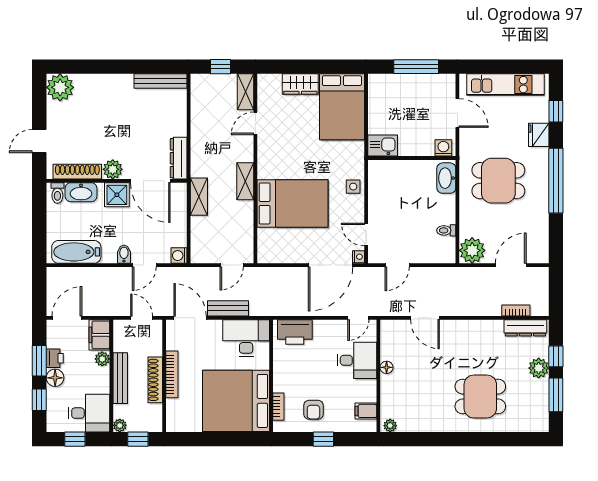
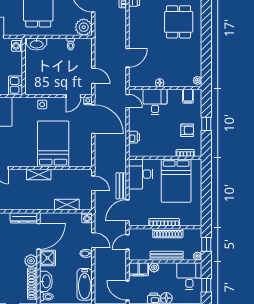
shelving: (199, 197) -> (67, 205), moved
printer: (295, 332) -> (134, 137), width x0.53, depth x0.68
bed: (236, 401) -> (176, 181), width x0.73

